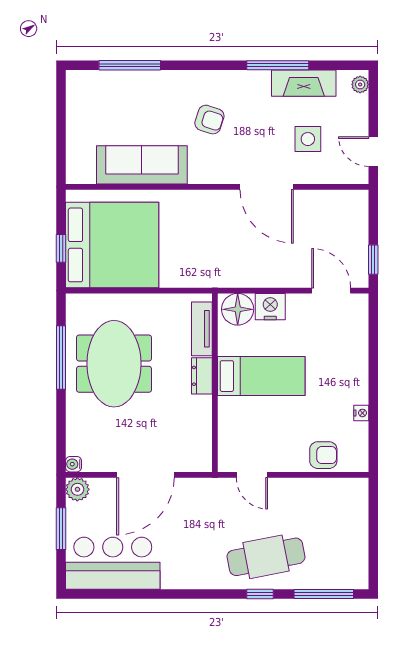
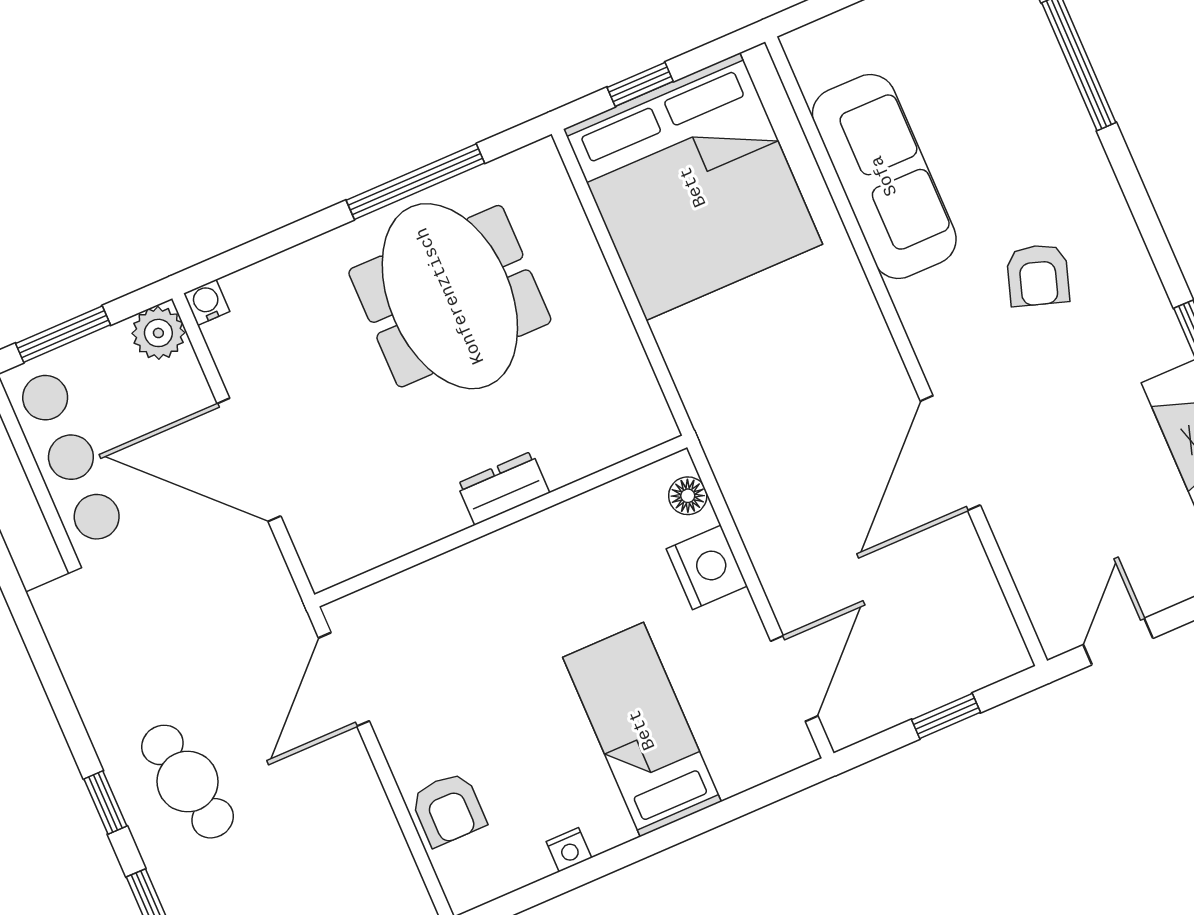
side table: (308, 139) -> (1086, 495), removed
window: (373, 260) -> (946, 716), moved
floor lamp: (238, 309) -> (688, 496), width x0.53, depth x0.53
tv unit: (202, 329) -> (600, 446), removed
meeting table: (114, 364) -> (450, 296), turned 90
bed: (261, 376) -> (642, 730), moved, turned 180
door: (252, 475) -> (344, 679), width x1.38
cafe table: (266, 557) -> (187, 782), width x0.73, depth x0.74

